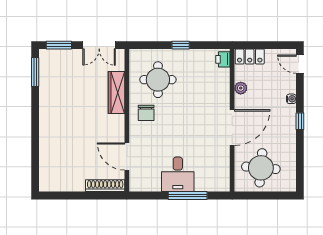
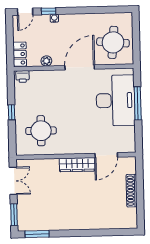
wardrobe: (117, 92) -> (77, 165), moved
chair: (146, 113) -> (69, 140), removed
window: (300, 121) -> (49, 11), moved
door: (232, 127) -> (80, 67), hinge flipped
desk: (178, 174) -> (116, 100), width x1.87, depth x1.30
shoe rack: (105, 186) -> (132, 191), moved

